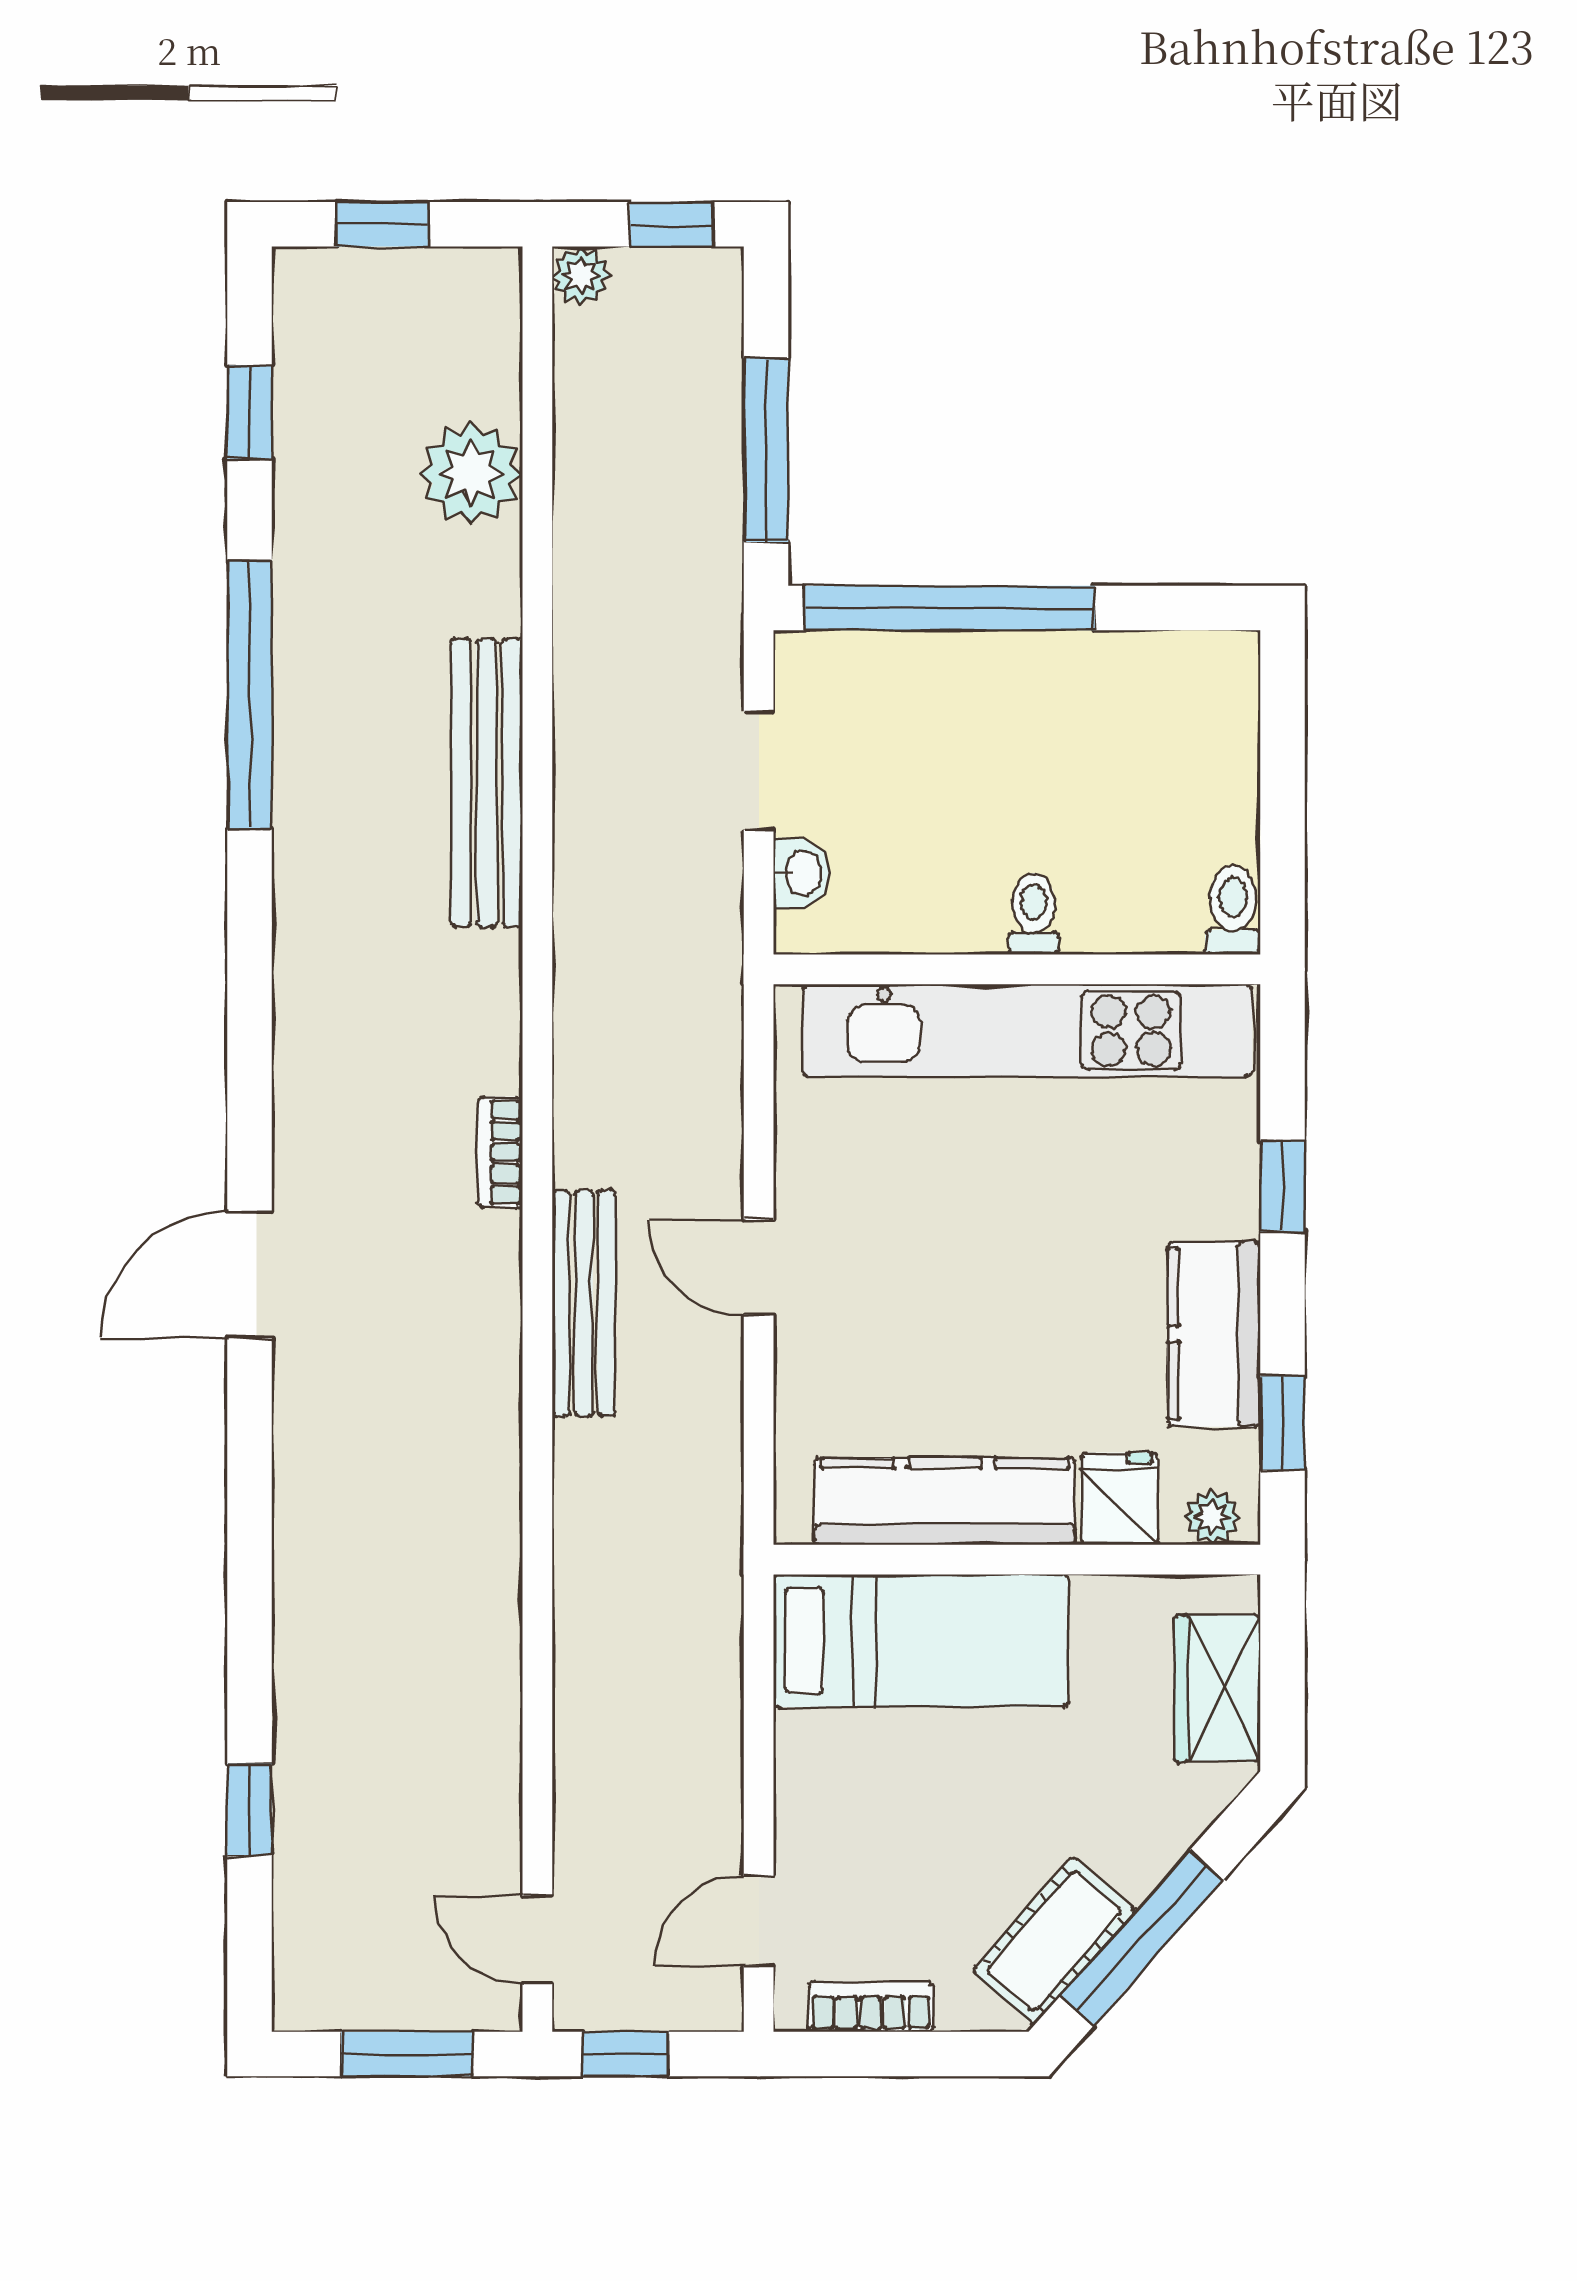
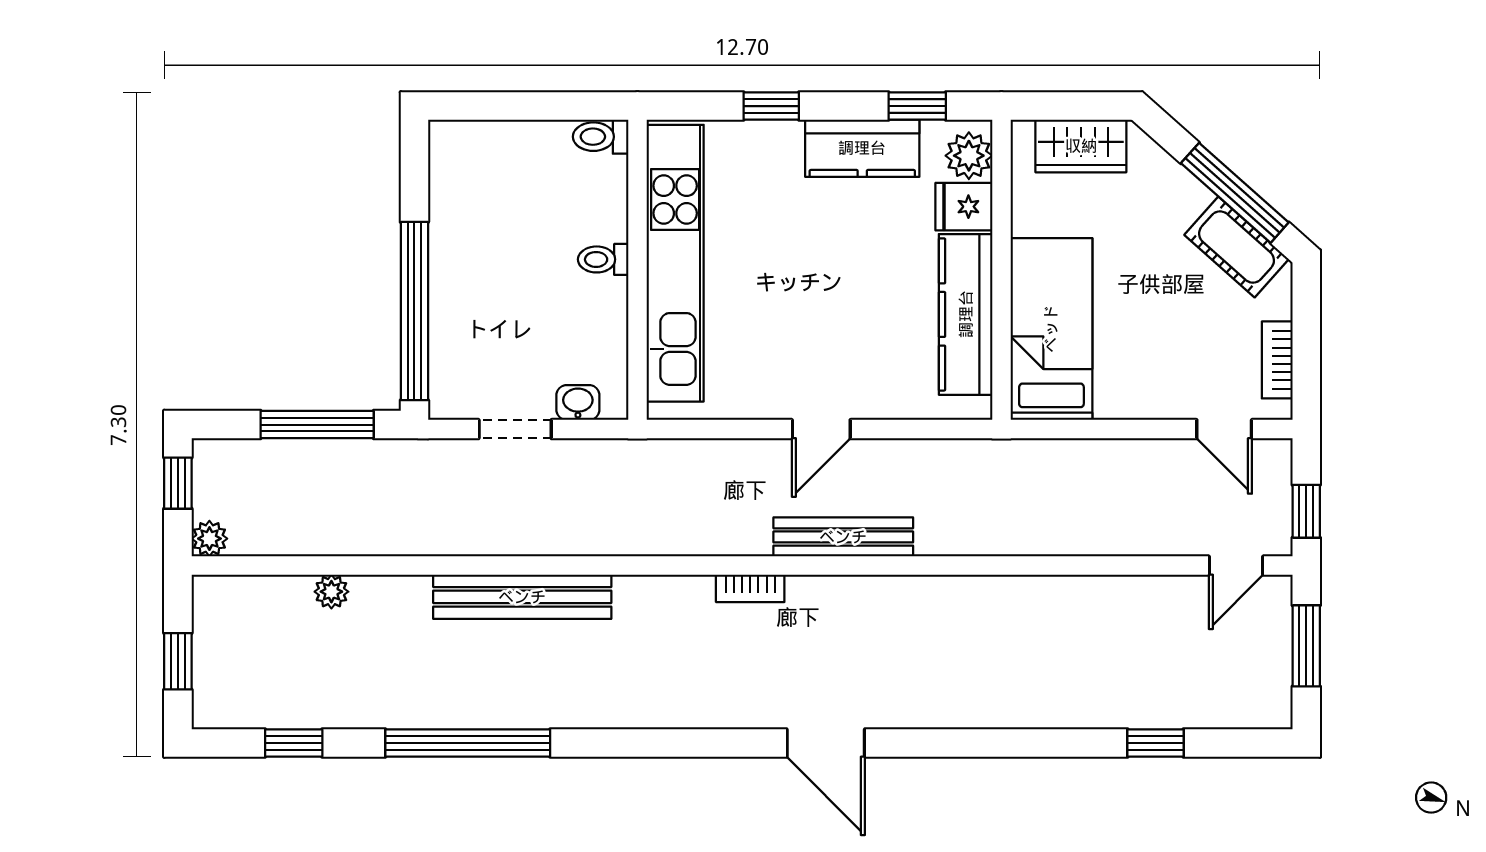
plant: (471, 473) -> (331, 592), width x0.53, depth x0.53
plant: (1212, 1517) -> (969, 156), width x1.38, depth x1.38

